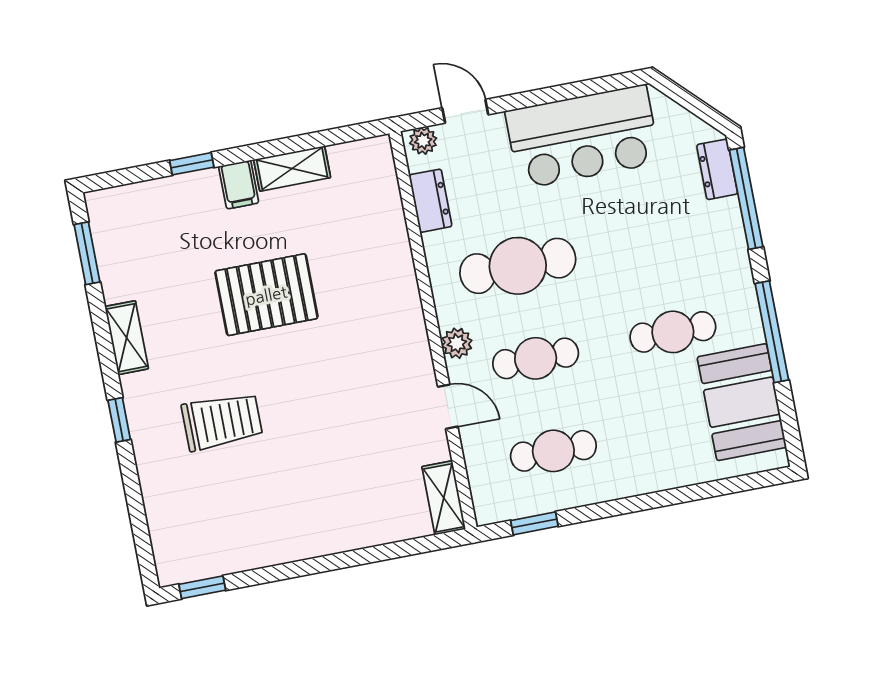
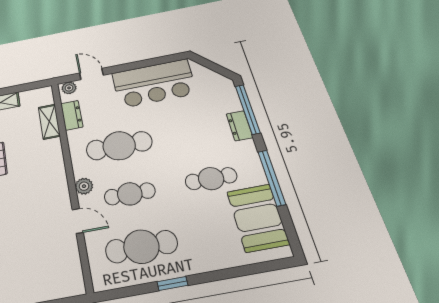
dresser: (717, 169) -> (239, 126), moved
cafe table: (553, 451) -> (141, 247), width x1.37, depth x1.35
shelving: (444, 498) -> (49, 122), moved
window: (534, 523) -> (172, 284), moved

